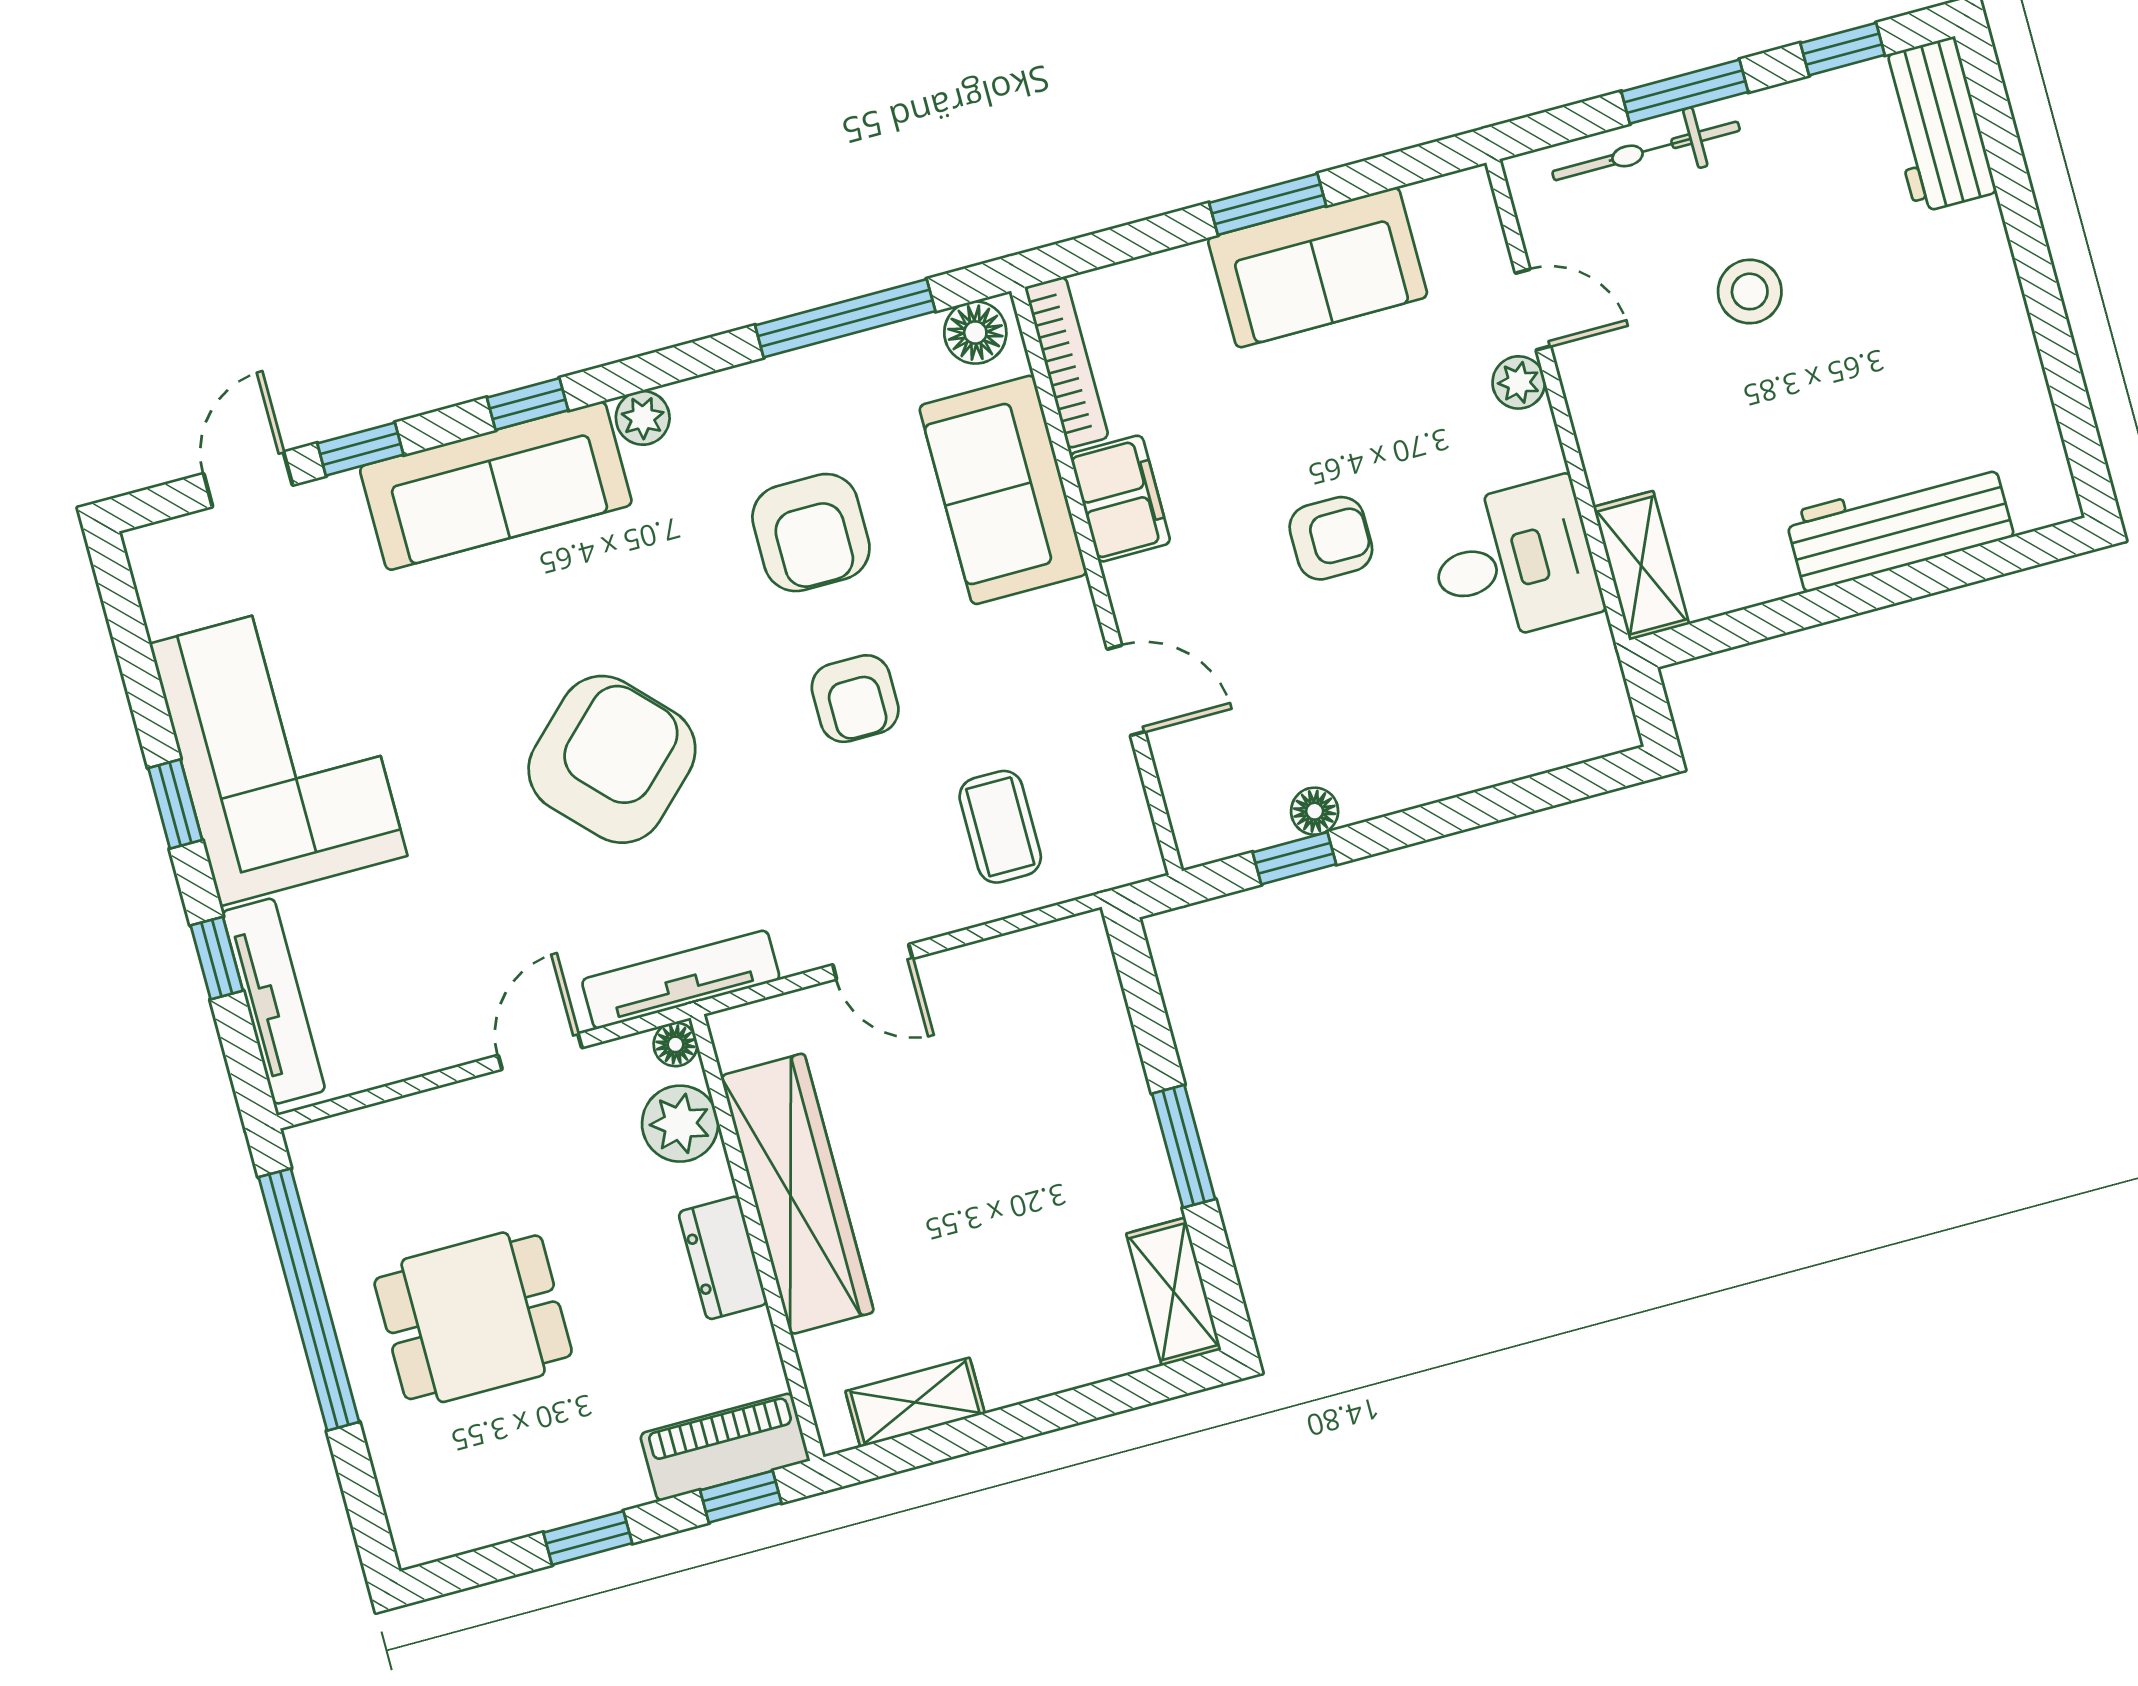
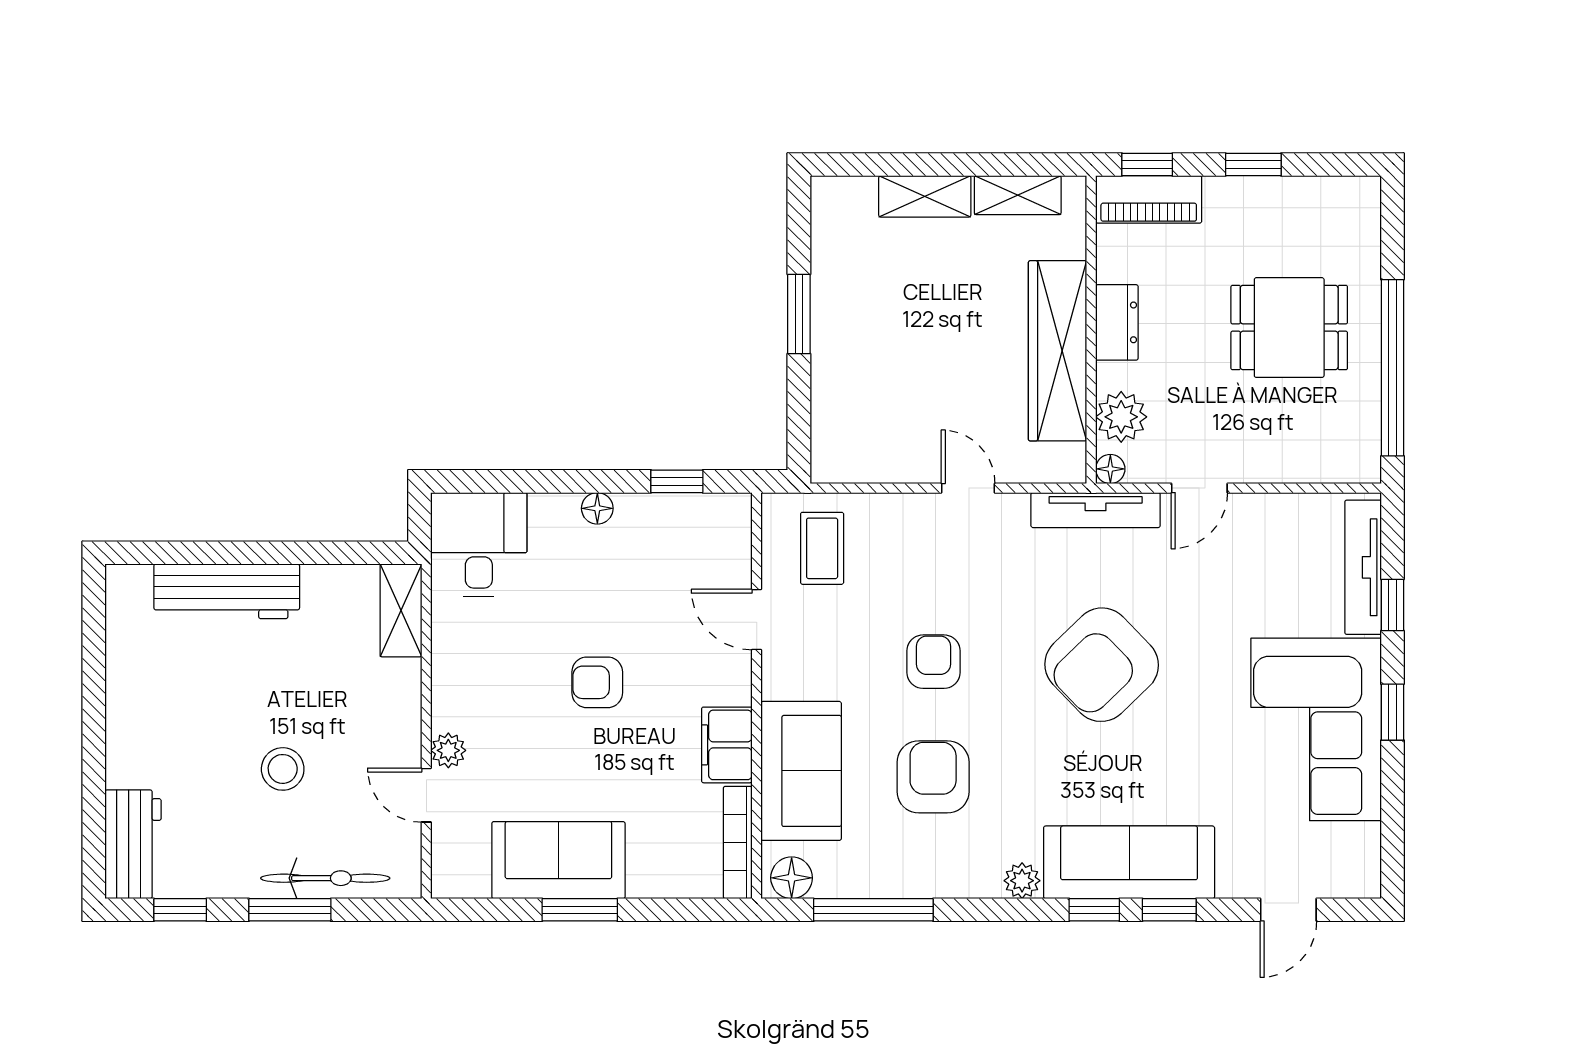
window: (360, 449) -> (1169, 910), moved
desk: (1514, 561) -> (479, 544), moved, turned 90
floor lamp: (1315, 811) -> (597, 508), moved
coffee table: (1000, 827) -> (822, 548), moved
shelving: (1174, 1292) -> (925, 196), moved, turned 90

